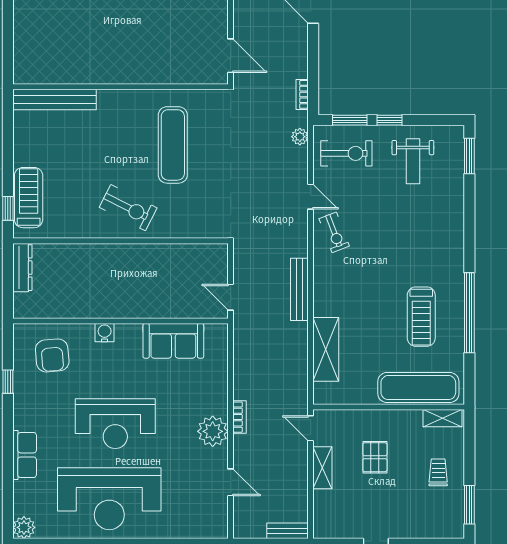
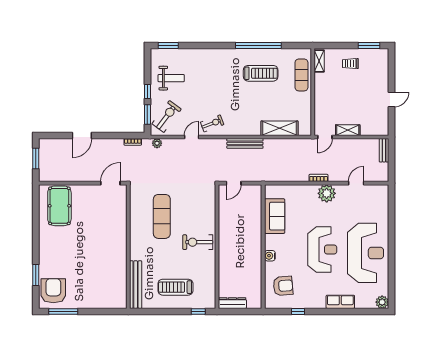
exercise mat: (173, 145) -> (162, 216), turned 90
exercise bike: (346, 153) -> (167, 116), turned 37
treadmill: (29, 198) -> (175, 287), moved
exercise bike: (128, 208) -> (198, 242), turned -117
door: (231, 297) -> (234, 183), moved
exercise mat: (418, 388) -> (301, 75), width x0.73, depth x0.69
pallet: (375, 457) -> (342, 100), removed

